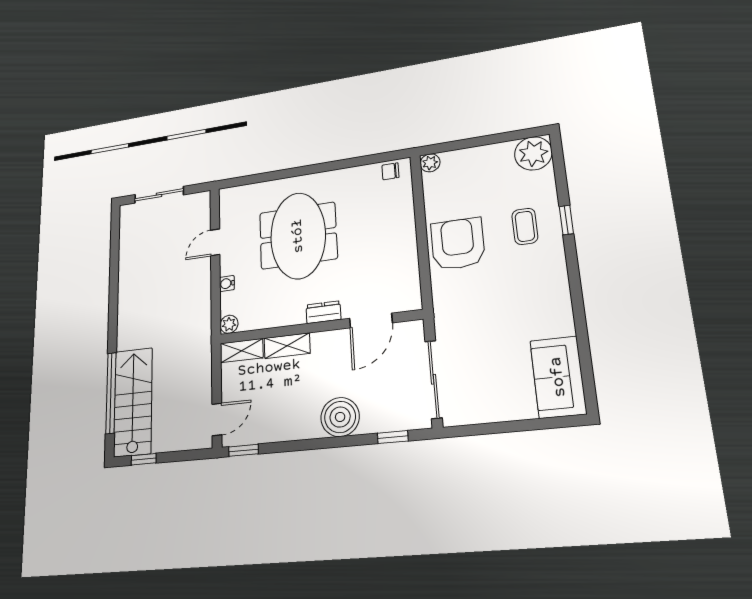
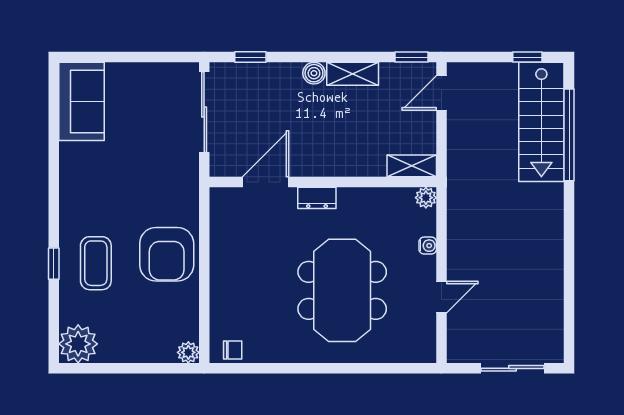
coffee table: (525, 226) -> (96, 263), width x1.36, depth x1.30
shelving: (287, 346) -> (353, 74), moved
boiler: (340, 417) -> (314, 73), width x0.54, depth x0.54

